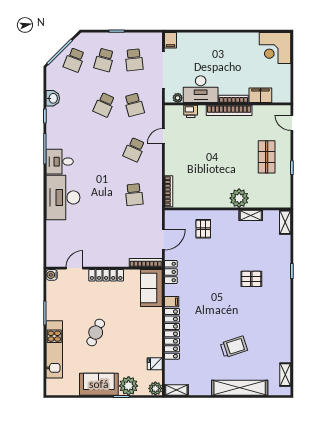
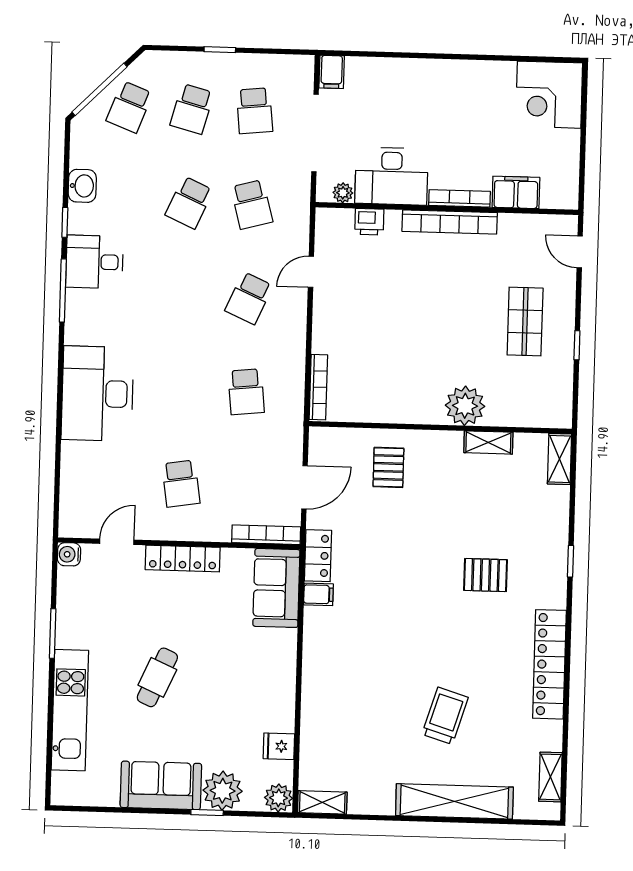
desk: (60, 162) -> (94, 262), moved
school desk: (104, 239) -> (181, 484), added
filing cabinet: (172, 302) -> (318, 594), moved
locker: (172, 334) -> (549, 664), moved, turned 180
trolley: (234, 347) -> (445, 716), turned -55

